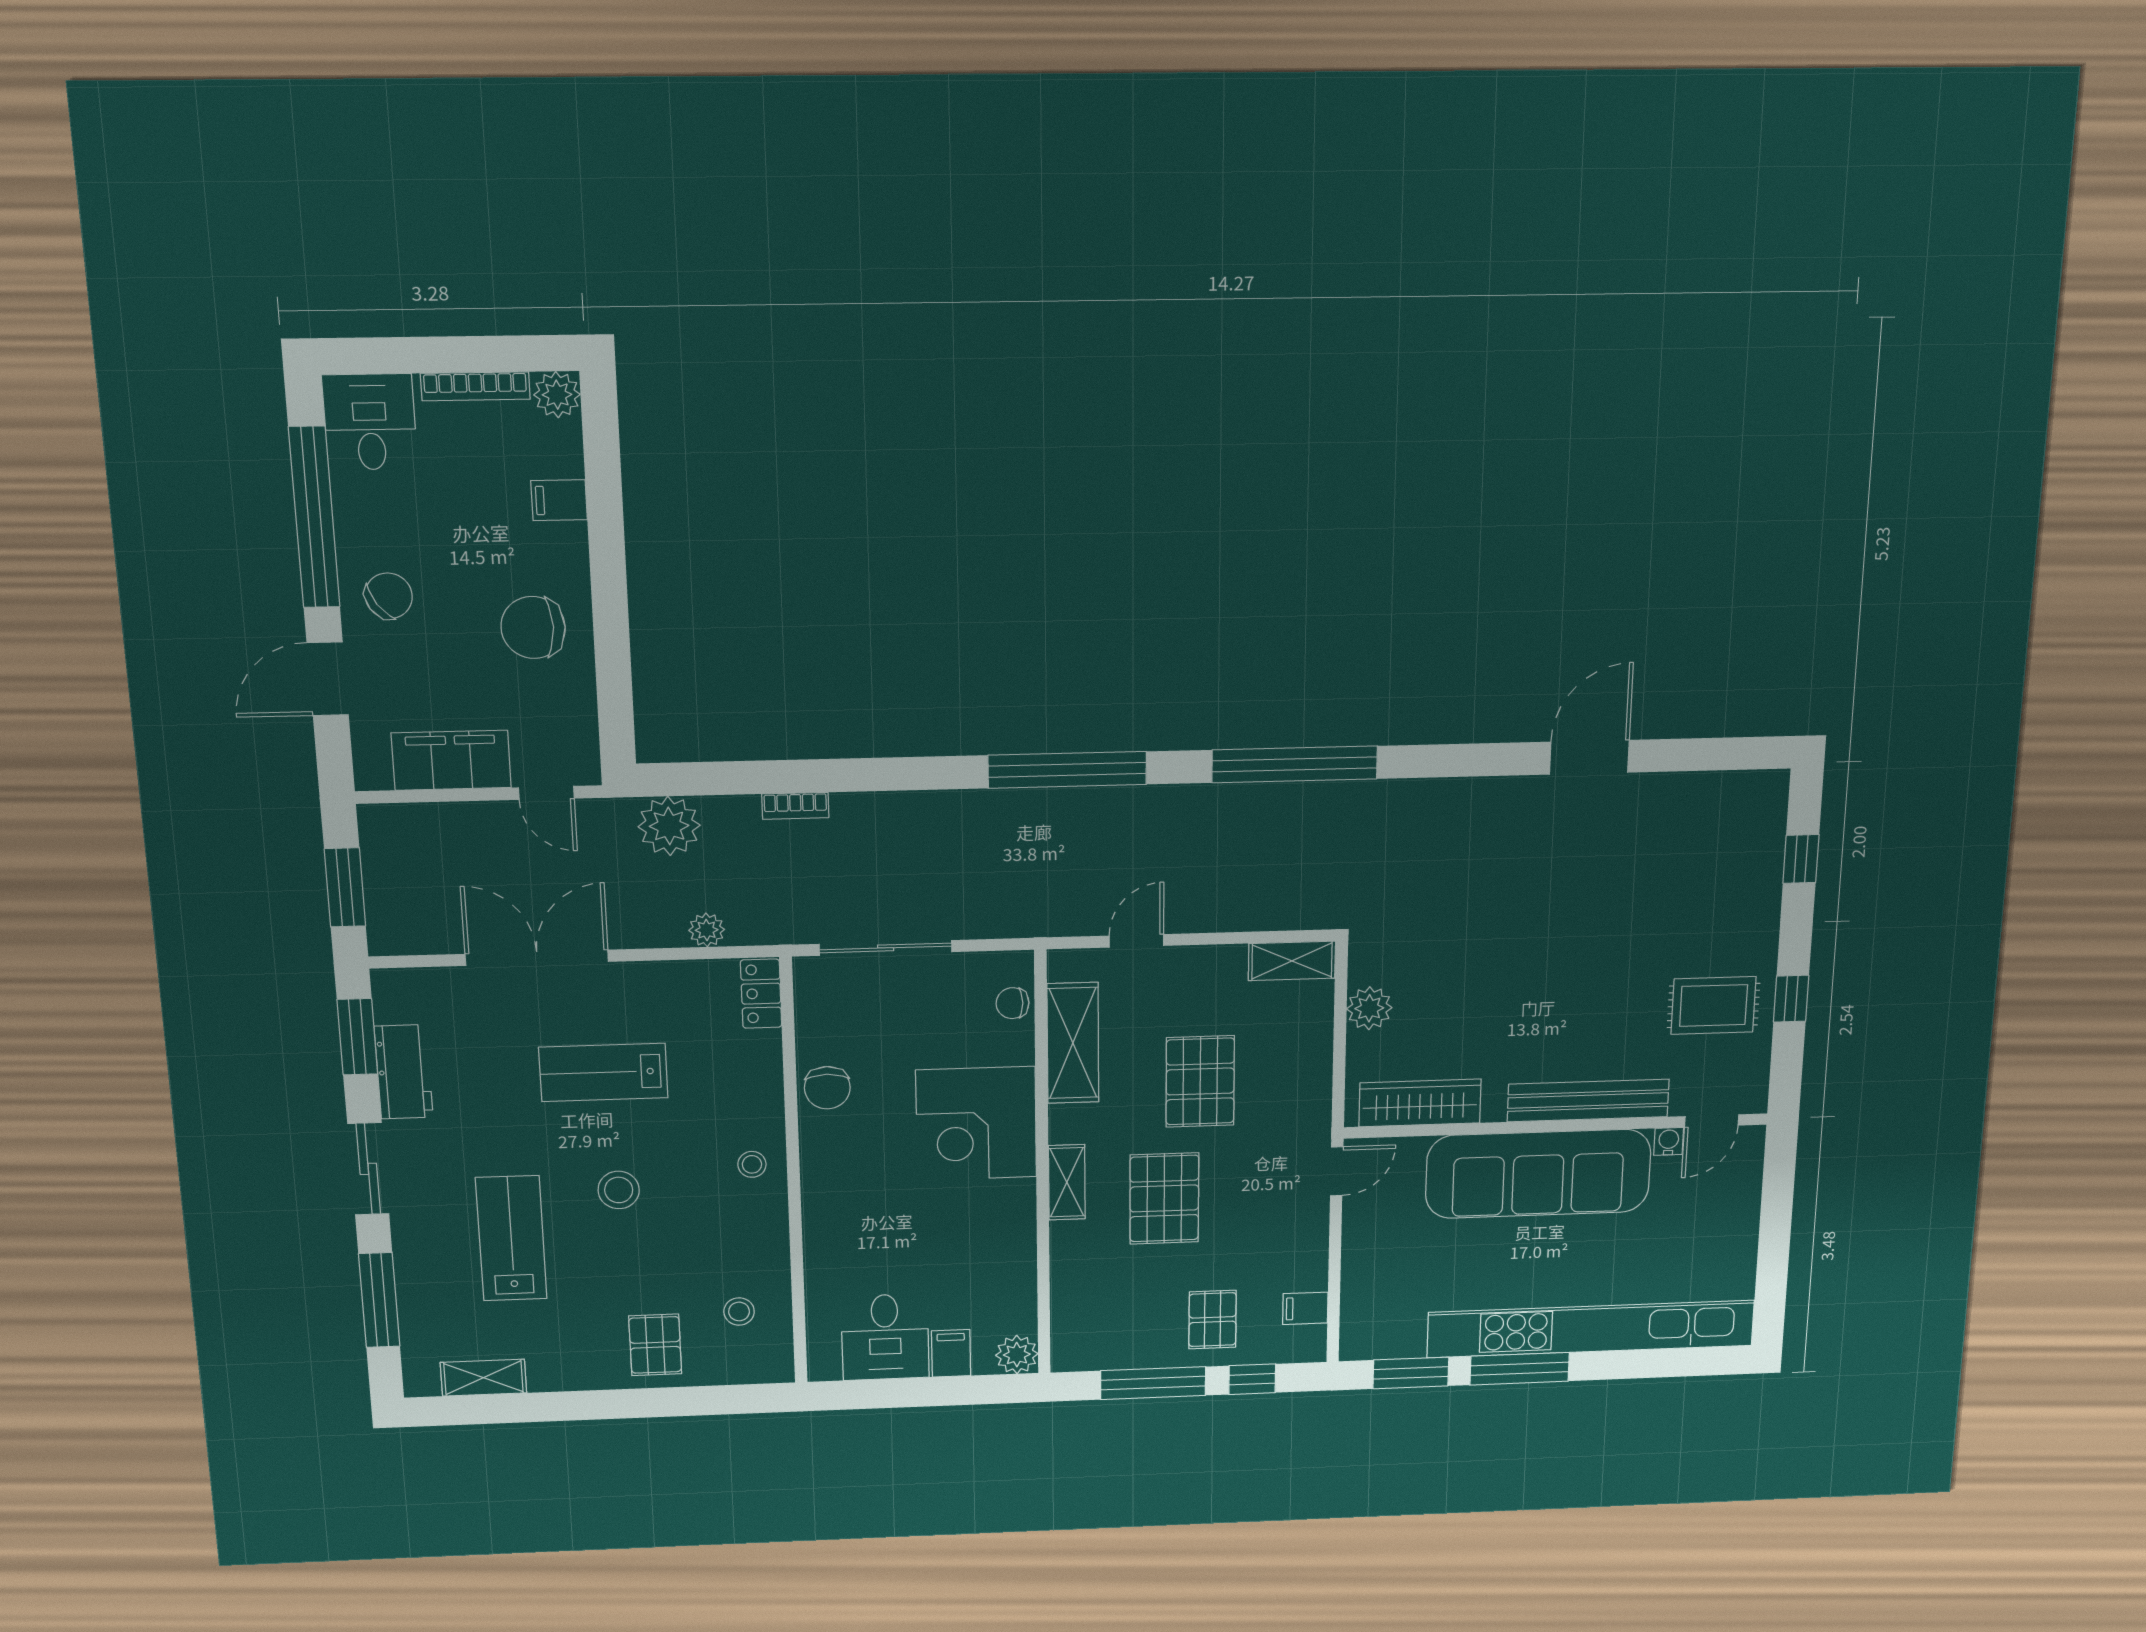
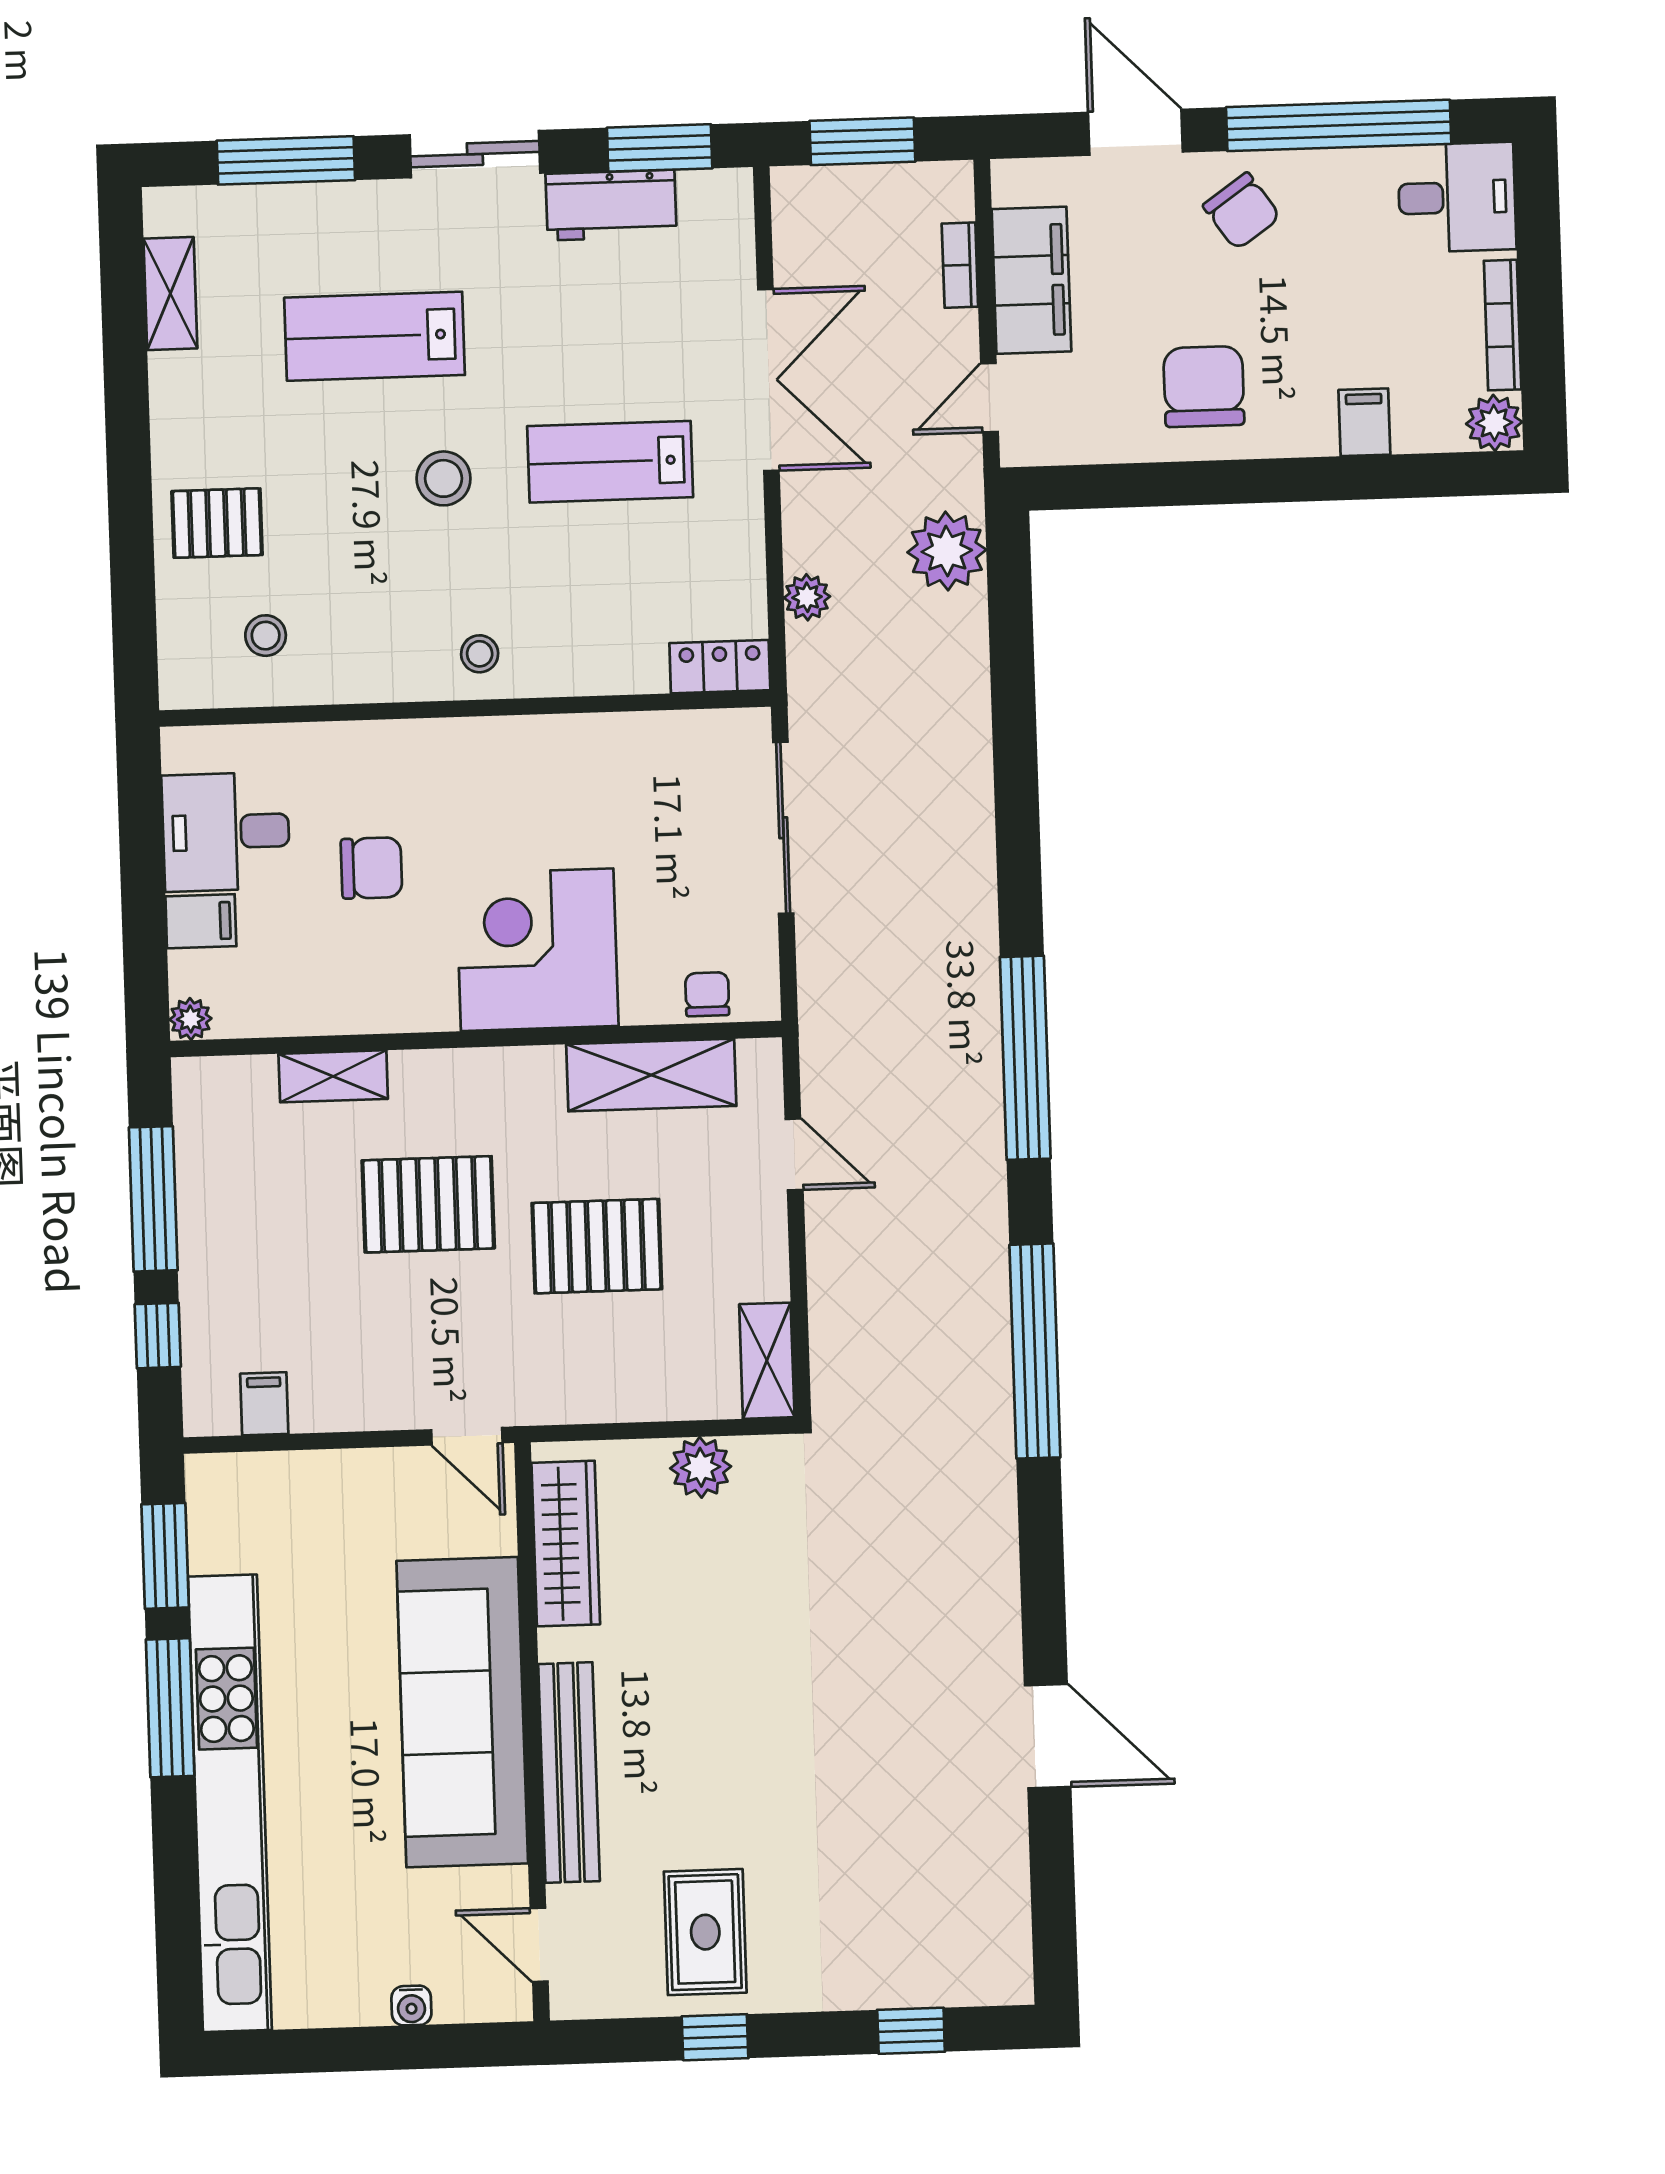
bookcase: (795, 806) -> (960, 265), moved
lab bench: (603, 1072) -> (610, 462), turned -90
chair: (827, 1088) -> (372, 868), moved, turned 180
water cooler: (1669, 1141) -> (411, 2006), moved, turned 90
shelving: (1067, 1182) -> (333, 1076), moved
lab bench: (511, 1238) -> (375, 336), turned 180
pallet: (1213, 1320) -> (248, 1277), removed
plant: (1017, 1355) -> (190, 1019), width x0.73, depth x0.73

